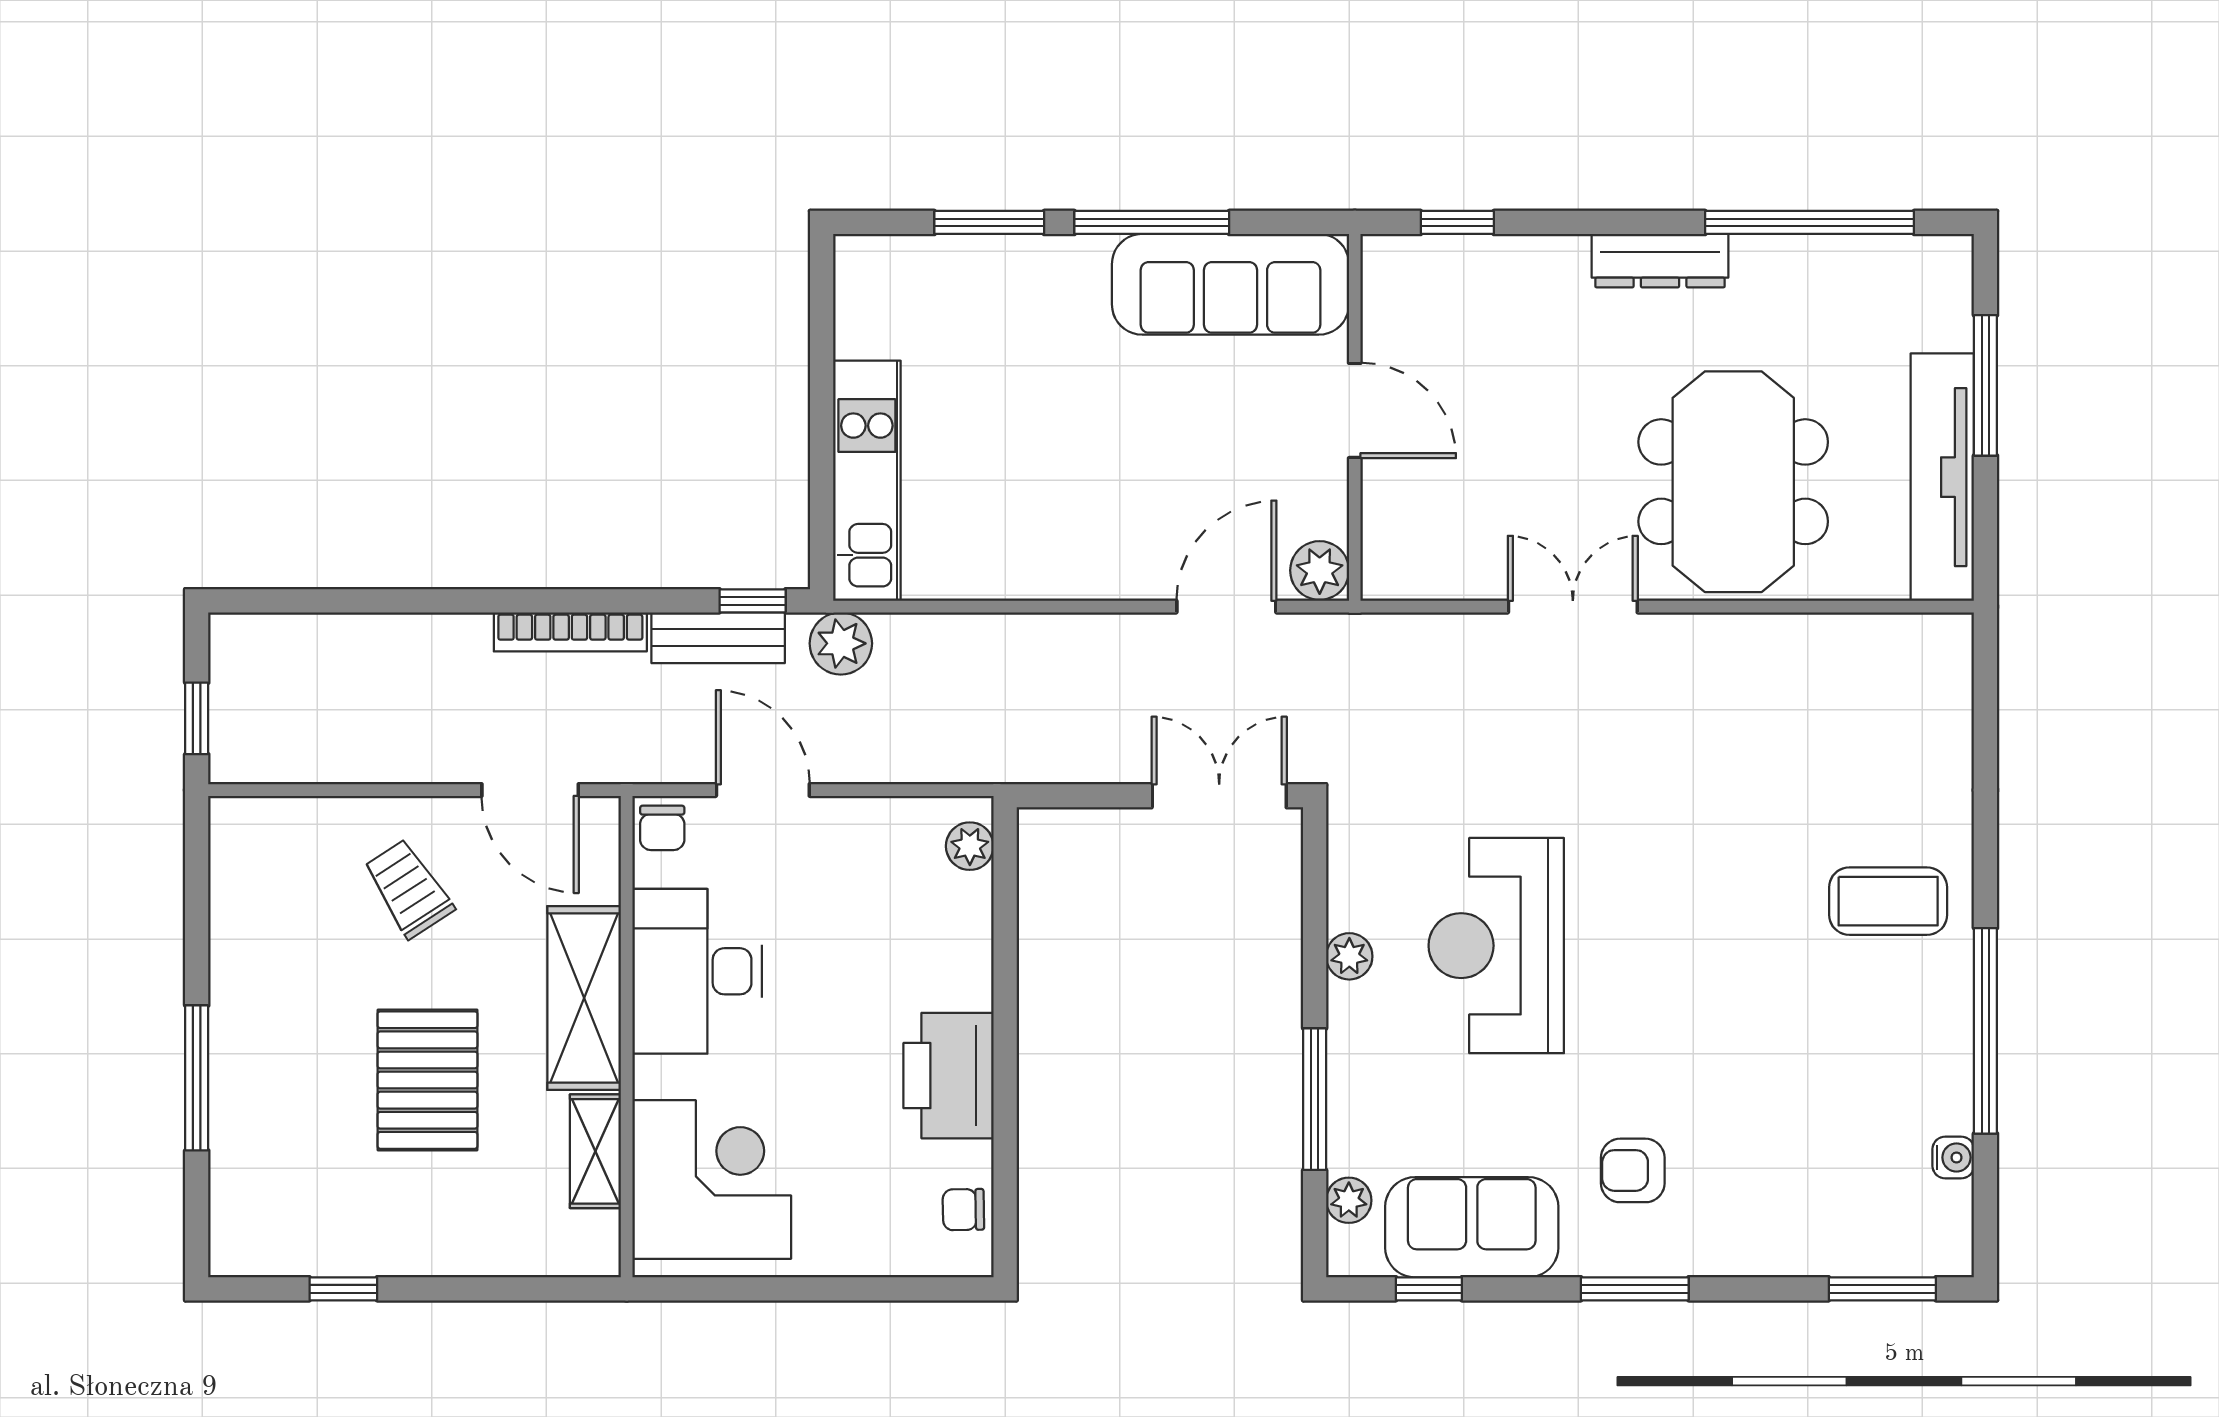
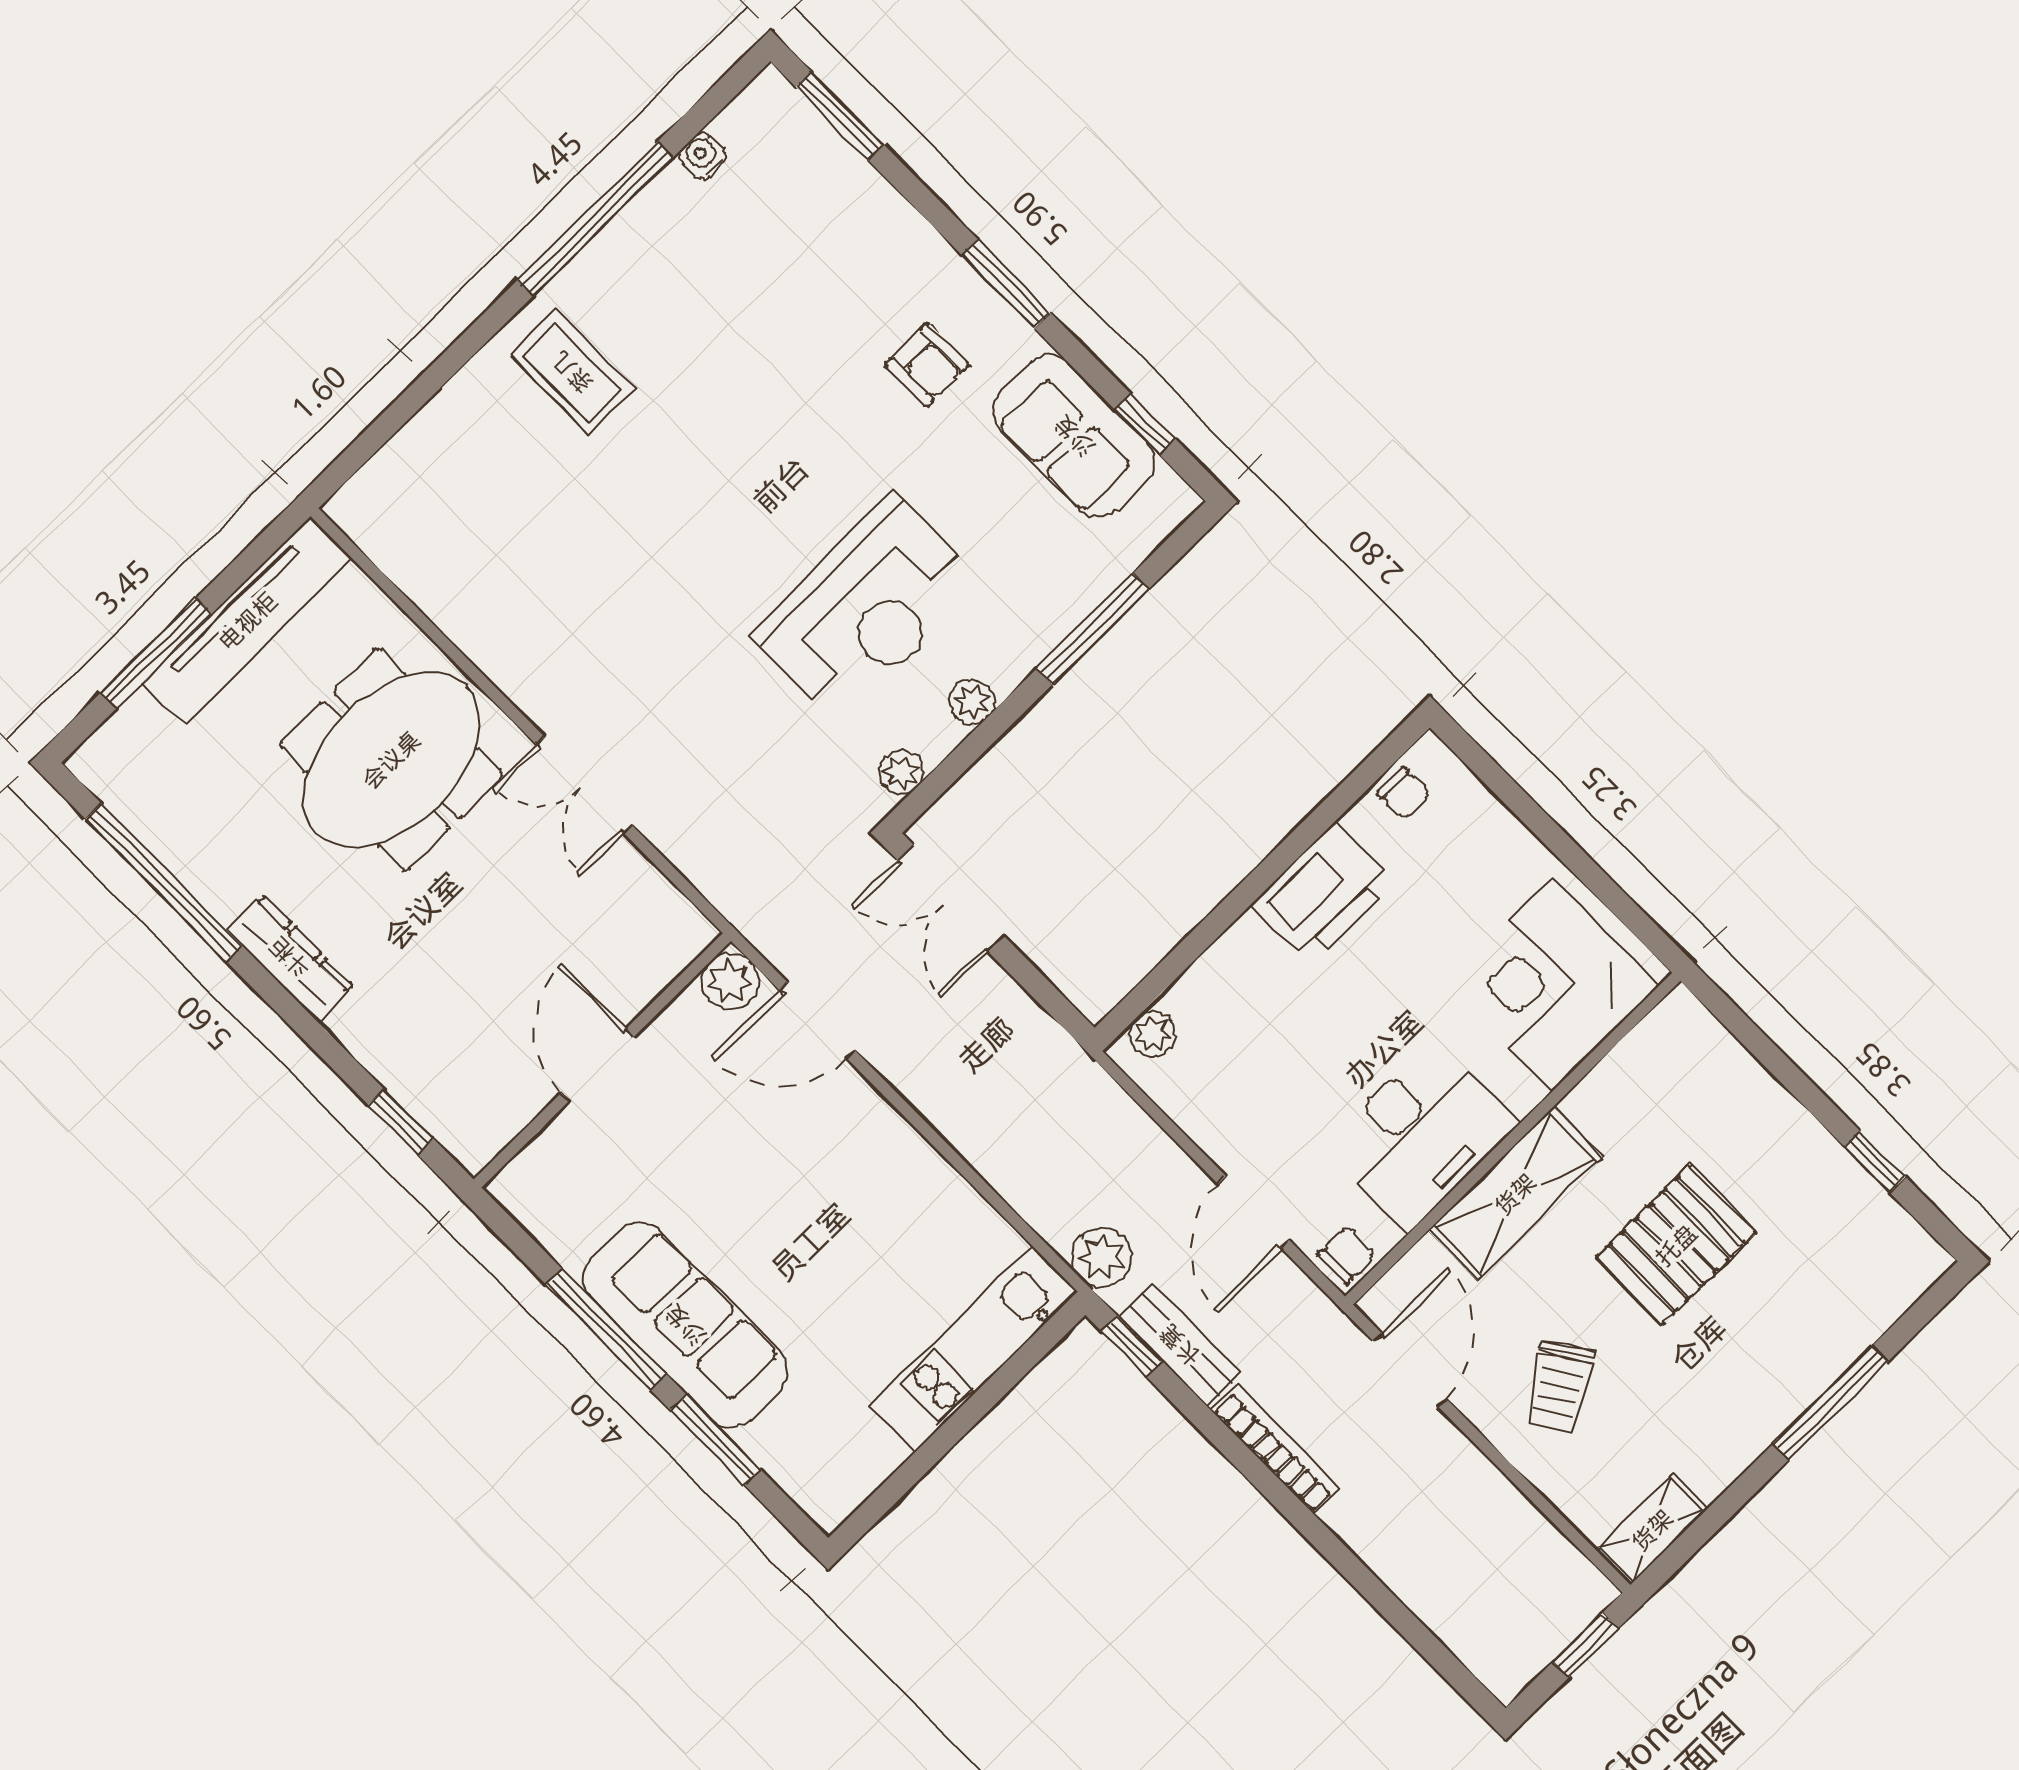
sofa: (1230, 284) -> (685, 1325), moved
shelving: (595, 1151) -> (1652, 1530), moved
plant: (1349, 1200) -> (901, 772), moved

